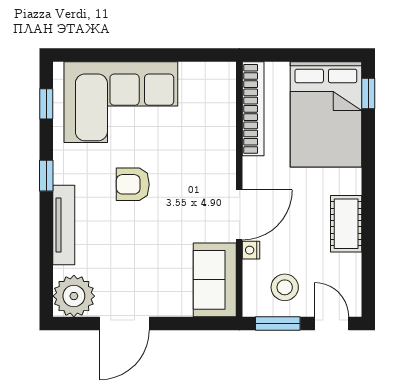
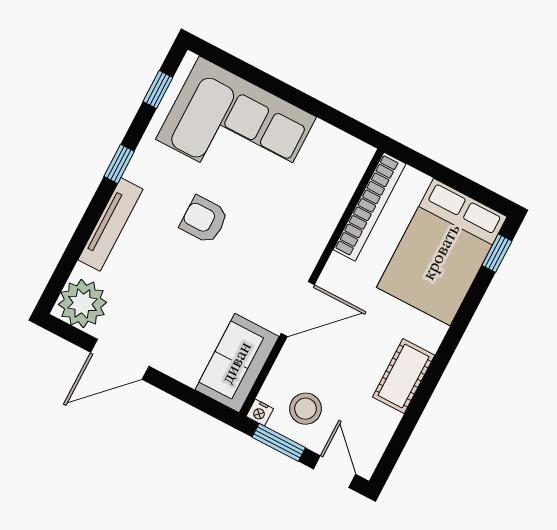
nightstand: (251, 250) -> (260, 412), moved, turned -90

